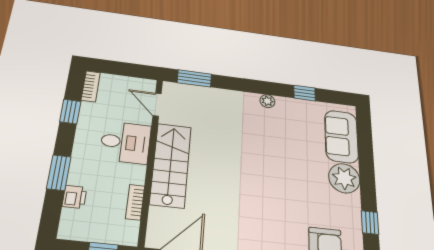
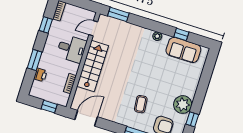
door: (157, 105) -> (93, 28), hinge flipped
sofa: (341, 136) -> (183, 50), moved, turned -90
plant: (344, 178) -> (183, 105), moved
coffee table: (274, 214) -> (141, 104), added

